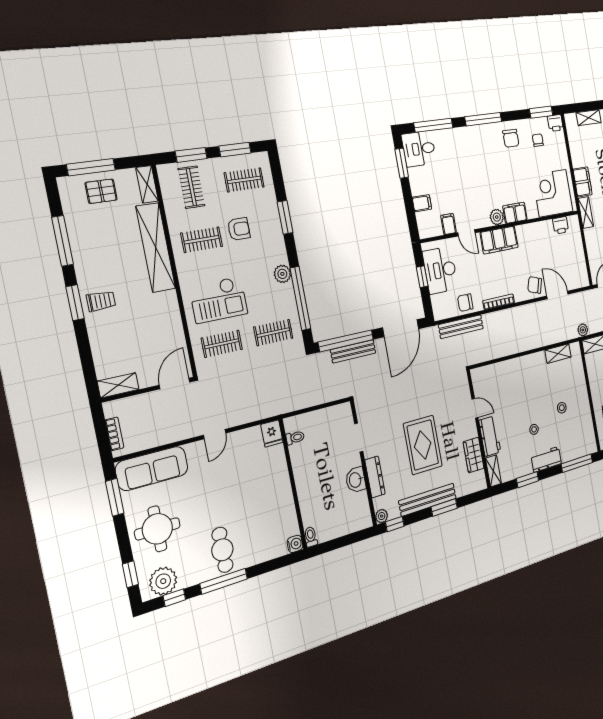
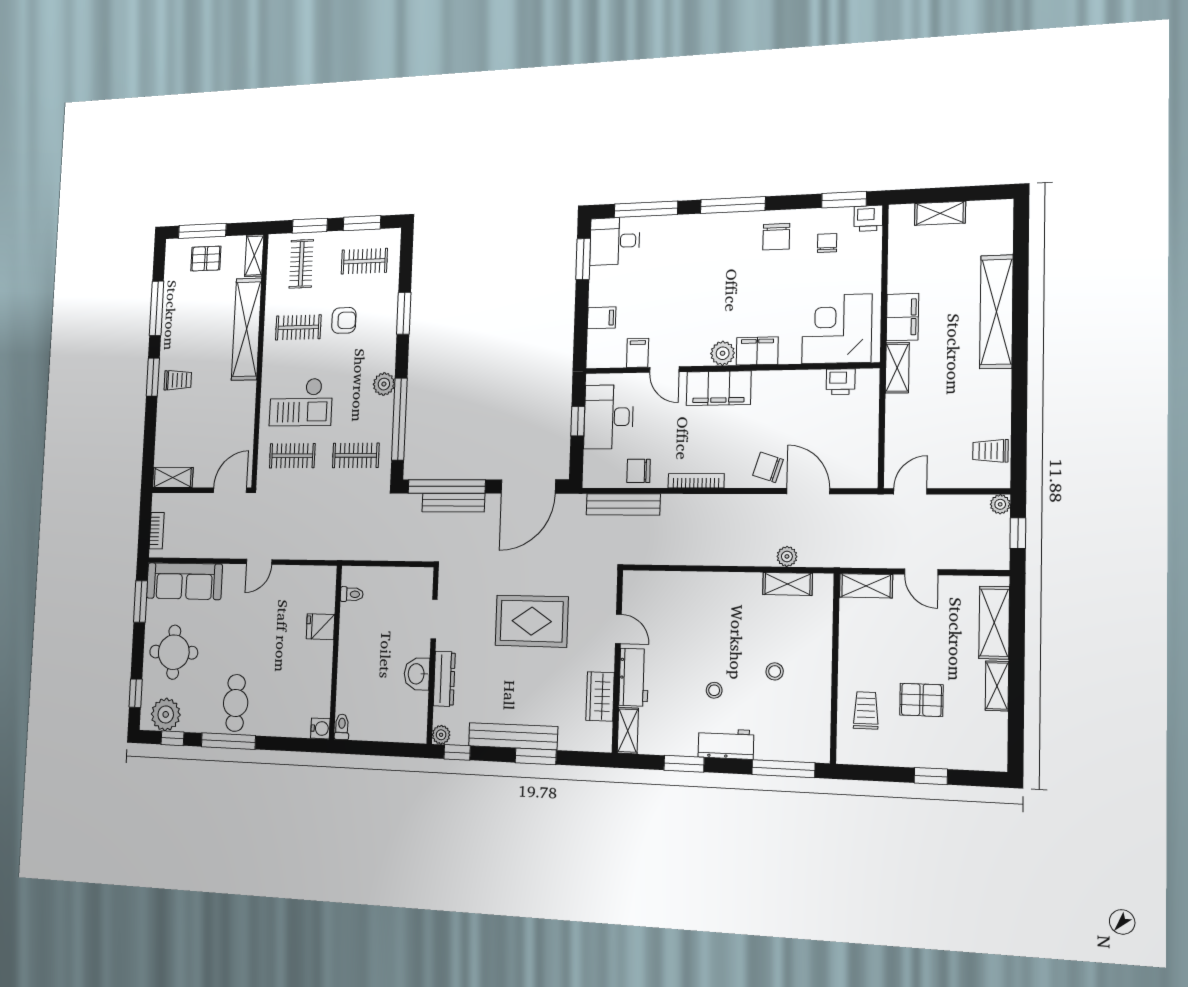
plant: (583, 330) -> (787, 556), moved
fridge: (272, 433) -> (320, 627), moved, turned 90
rug: (423, 445) -> (532, 621), moved, turned 90

